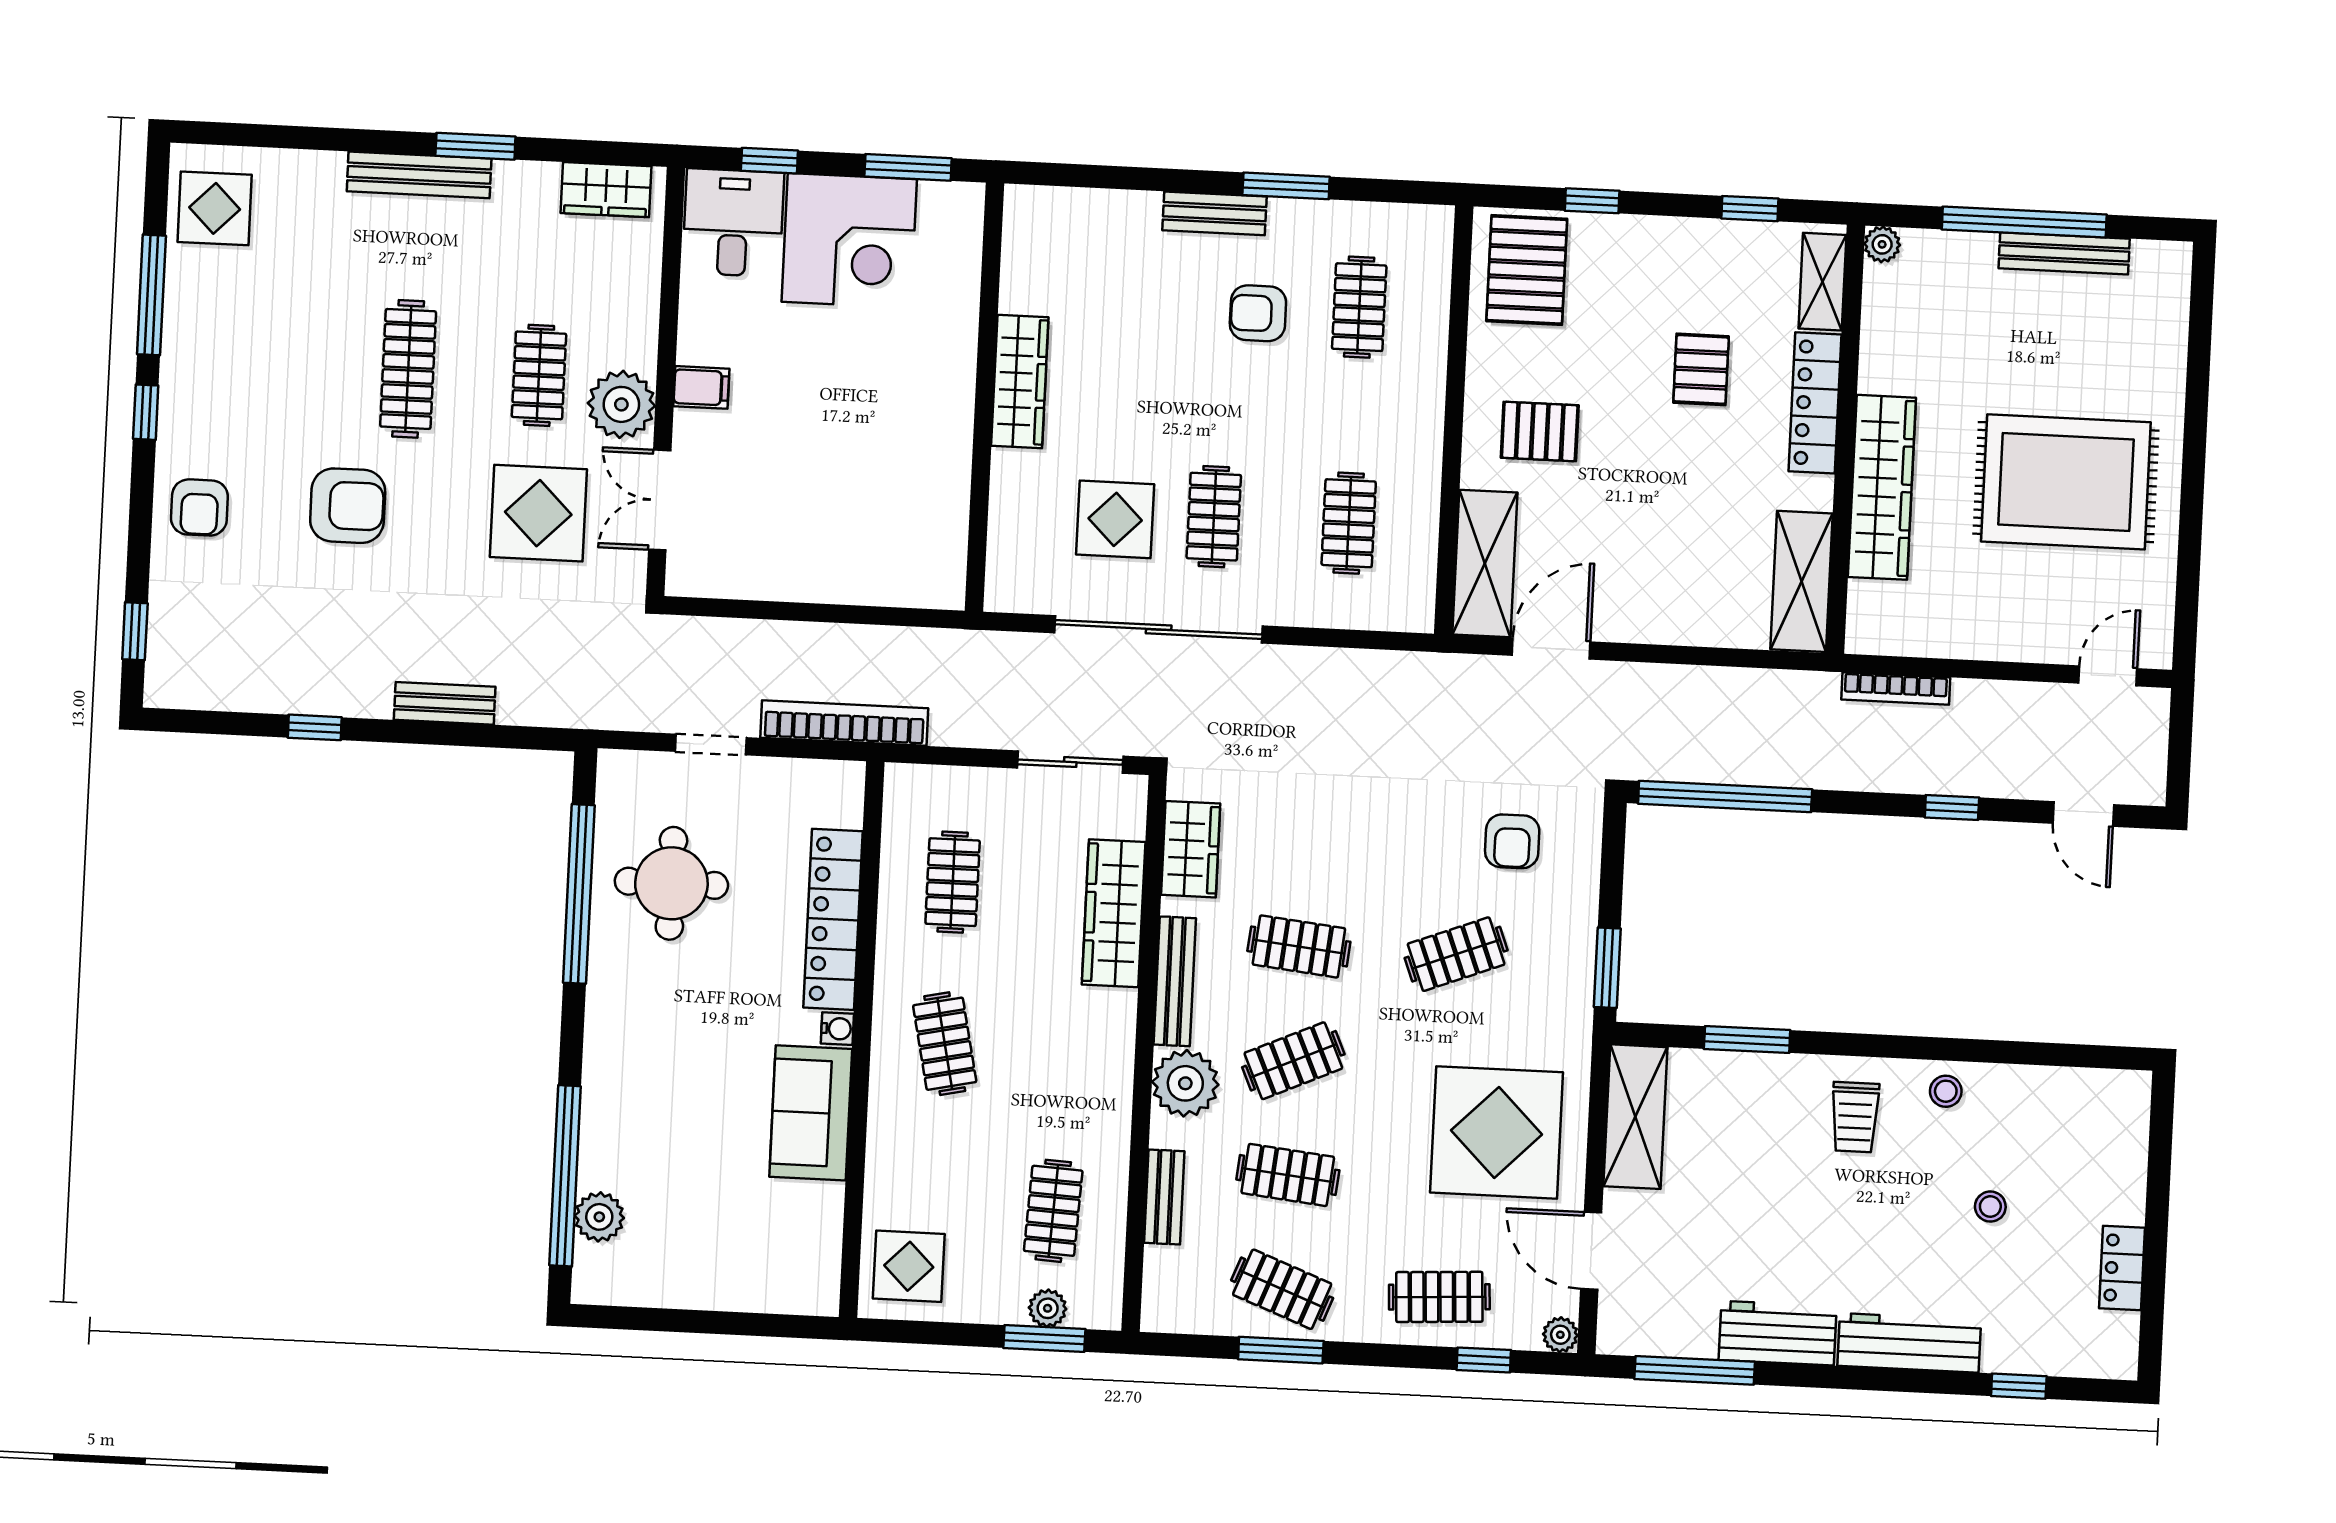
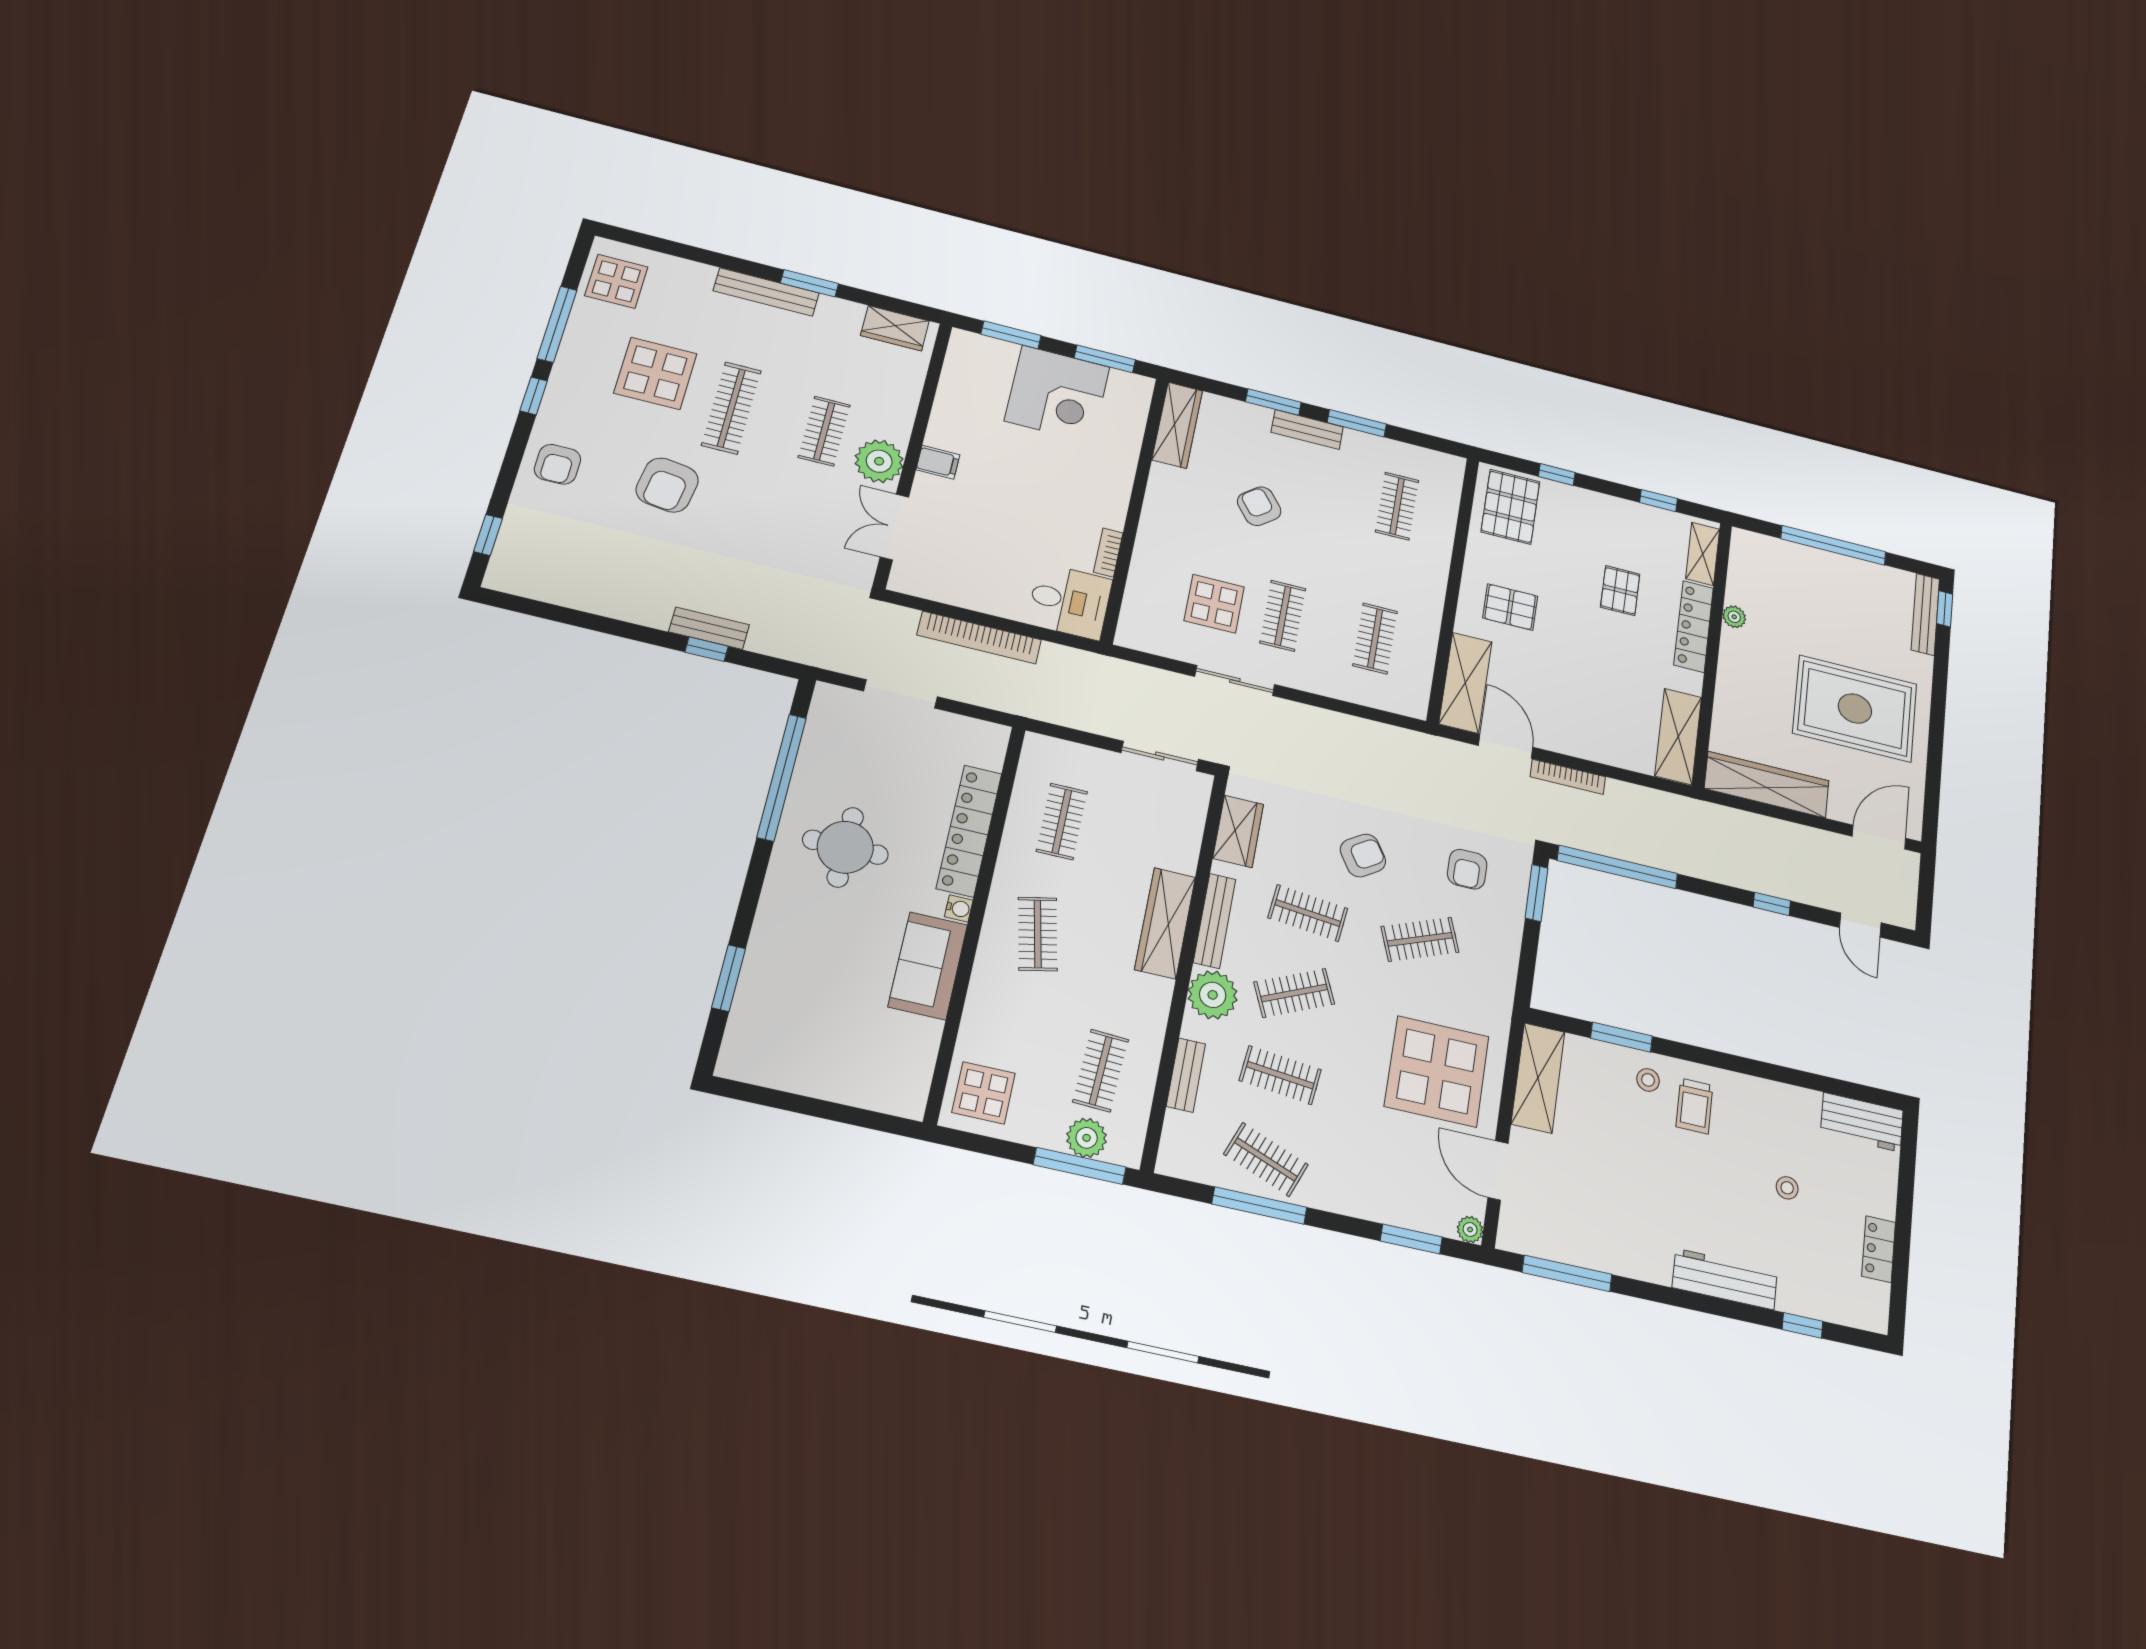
window: (769, 161) -> (1011, 335), width x1.50
window: (1160, 180) -> (1273, 402), added
desk: (733, 223) -> (1069, 601), moved, turned 90
plant: (1882, 244) -> (1734, 617), moved
bench: (2064, 253) -> (1925, 614), moved, turned 90
window: (2202, 289) -> (1945, 609), added
armchair: (1258, 313) -> (1259, 506), moved, turned 52
wardrobe: (1020, 381) -> (1177, 425), moved
bookcase: (957, 474) -> (1108, 553), added
wardrobe: (1882, 487) -> (1767, 785), moved, turned -90
armchair: (348, 506) -> (667, 485), turned 98
display table: (538, 513) -> (655, 373), moved
sliding door: (1159, 629) -> (1235, 681), width x0.54
door: (1551, 649) -> (1506, 746), hinge flipped
door: (2108, 676) -> (1879, 837), width x1.38
bookcase: (1896, 688) -> (1568, 777), moved
bookcase: (844, 723) -> (979, 637), moved, turned 180
window: (315, 727) -> (707, 649), moved
doorway: (711, 745) -> (900, 694), width x1.38
armchair: (1365, 850) -> (1363, 855), added
round table: (671, 883) -> (845, 847), moved
wardrobe: (1114, 913) -> (1165, 923), moved
window: (1607, 968) -> (1537, 893), moved
stool: (1946, 1091) -> (1648, 1080), moved
window: (565, 1176) -> (729, 978), width x0.47
plant: (599, 1217) -> (749, 1014), removed
clothes rail: (1439, 1297) -> (1383, 1185), removed
plant: (1048, 1308) -> (1087, 1138), width x1.38, depth x1.38
workbench: (1778, 1333) -> (1862, 1122), moved, turned 180
window: (1044, 1339) -> (1080, 1166), width x1.44
window: (1281, 1350) -> (1259, 1206), width x1.44
window: (1484, 1360) -> (1411, 1239), width x1.50

